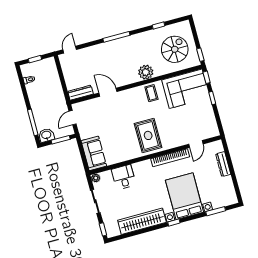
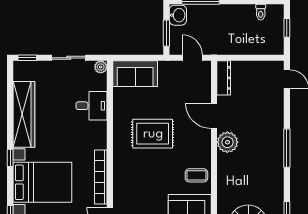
plant: (146, 72) -> (227, 142), moved
door: (108, 92) -> (214, 116), swing flipped
rug: (148, 135) -> (153, 134), moved

